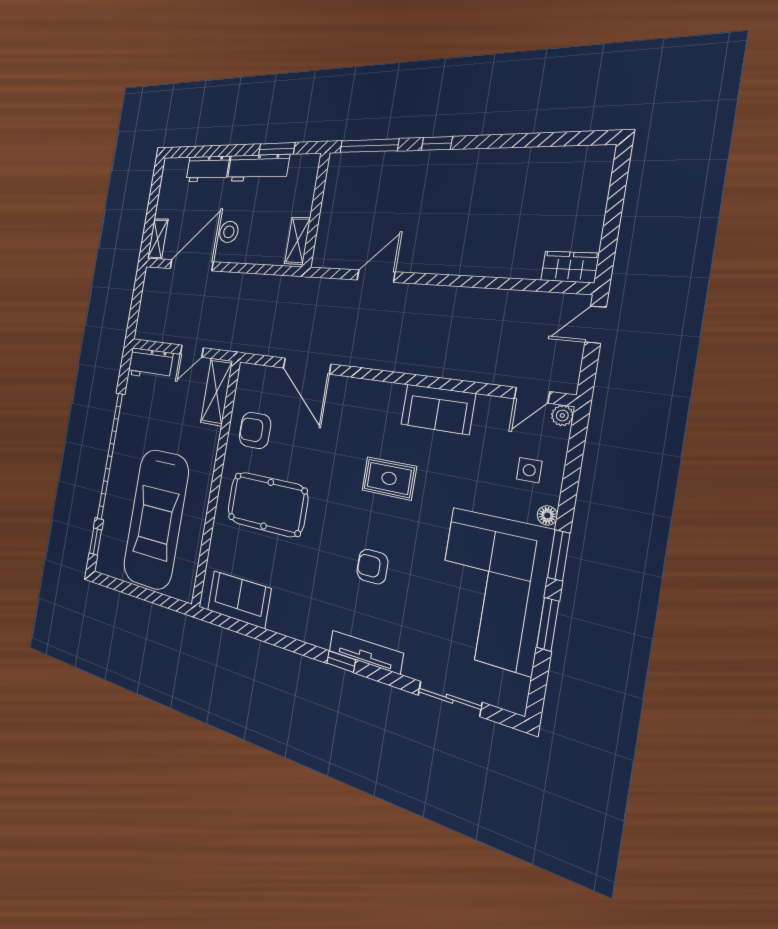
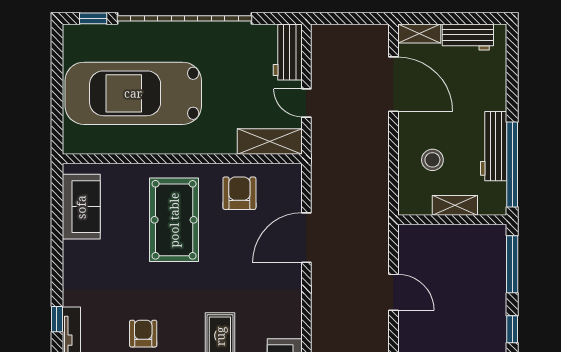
window: (277, 149) -> (512, 165), width x2.11
workbench: (208, 169) -> (468, 37), moved, turned -90
stool: (229, 232) -> (432, 160), moved
shelving: (298, 241) -> (455, 205), moved

